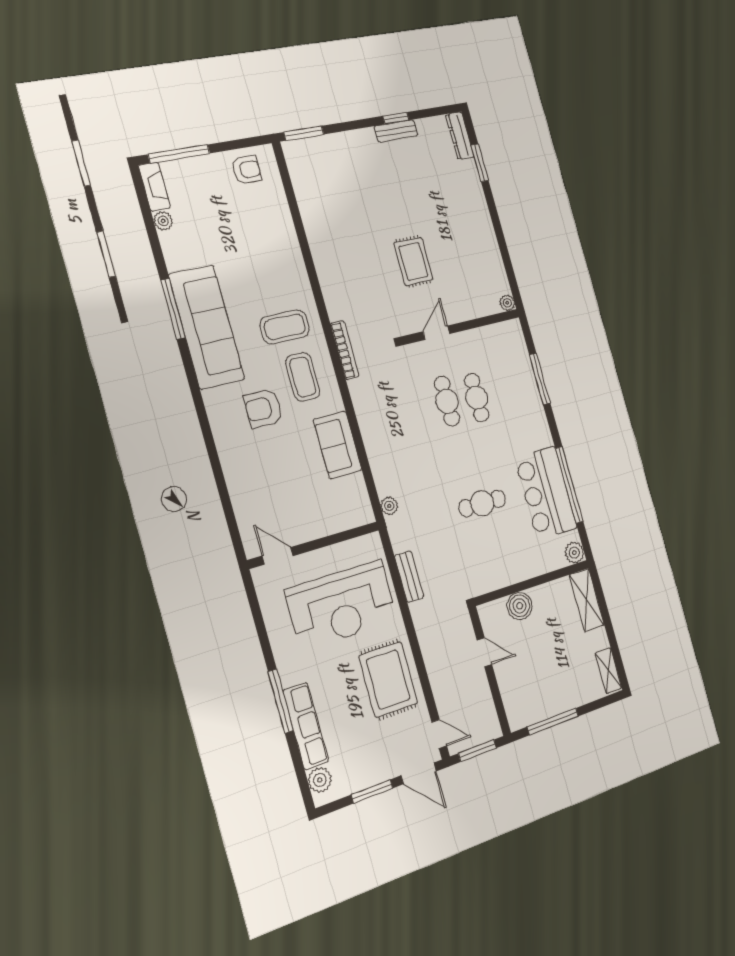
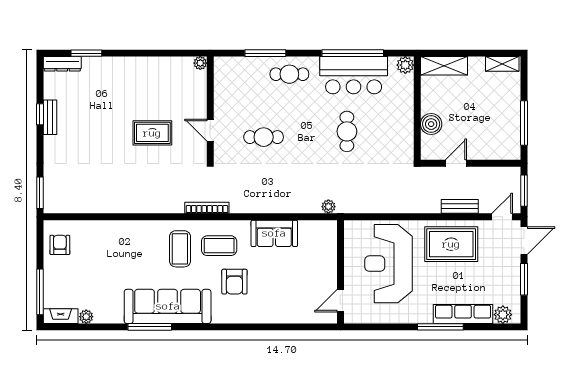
cafe table: (477, 398) -> (289, 74), moved
bench: (409, 577) -> (460, 206), moved
reception desk: (342, 605) -> (388, 264), turned 180

